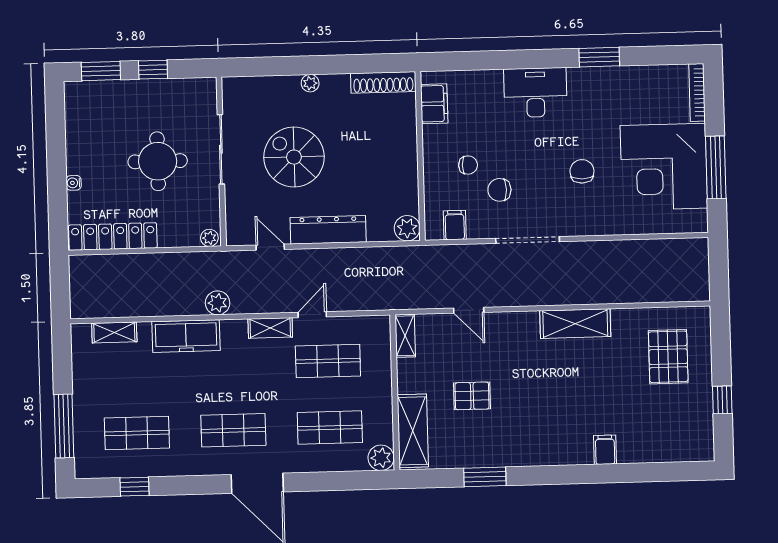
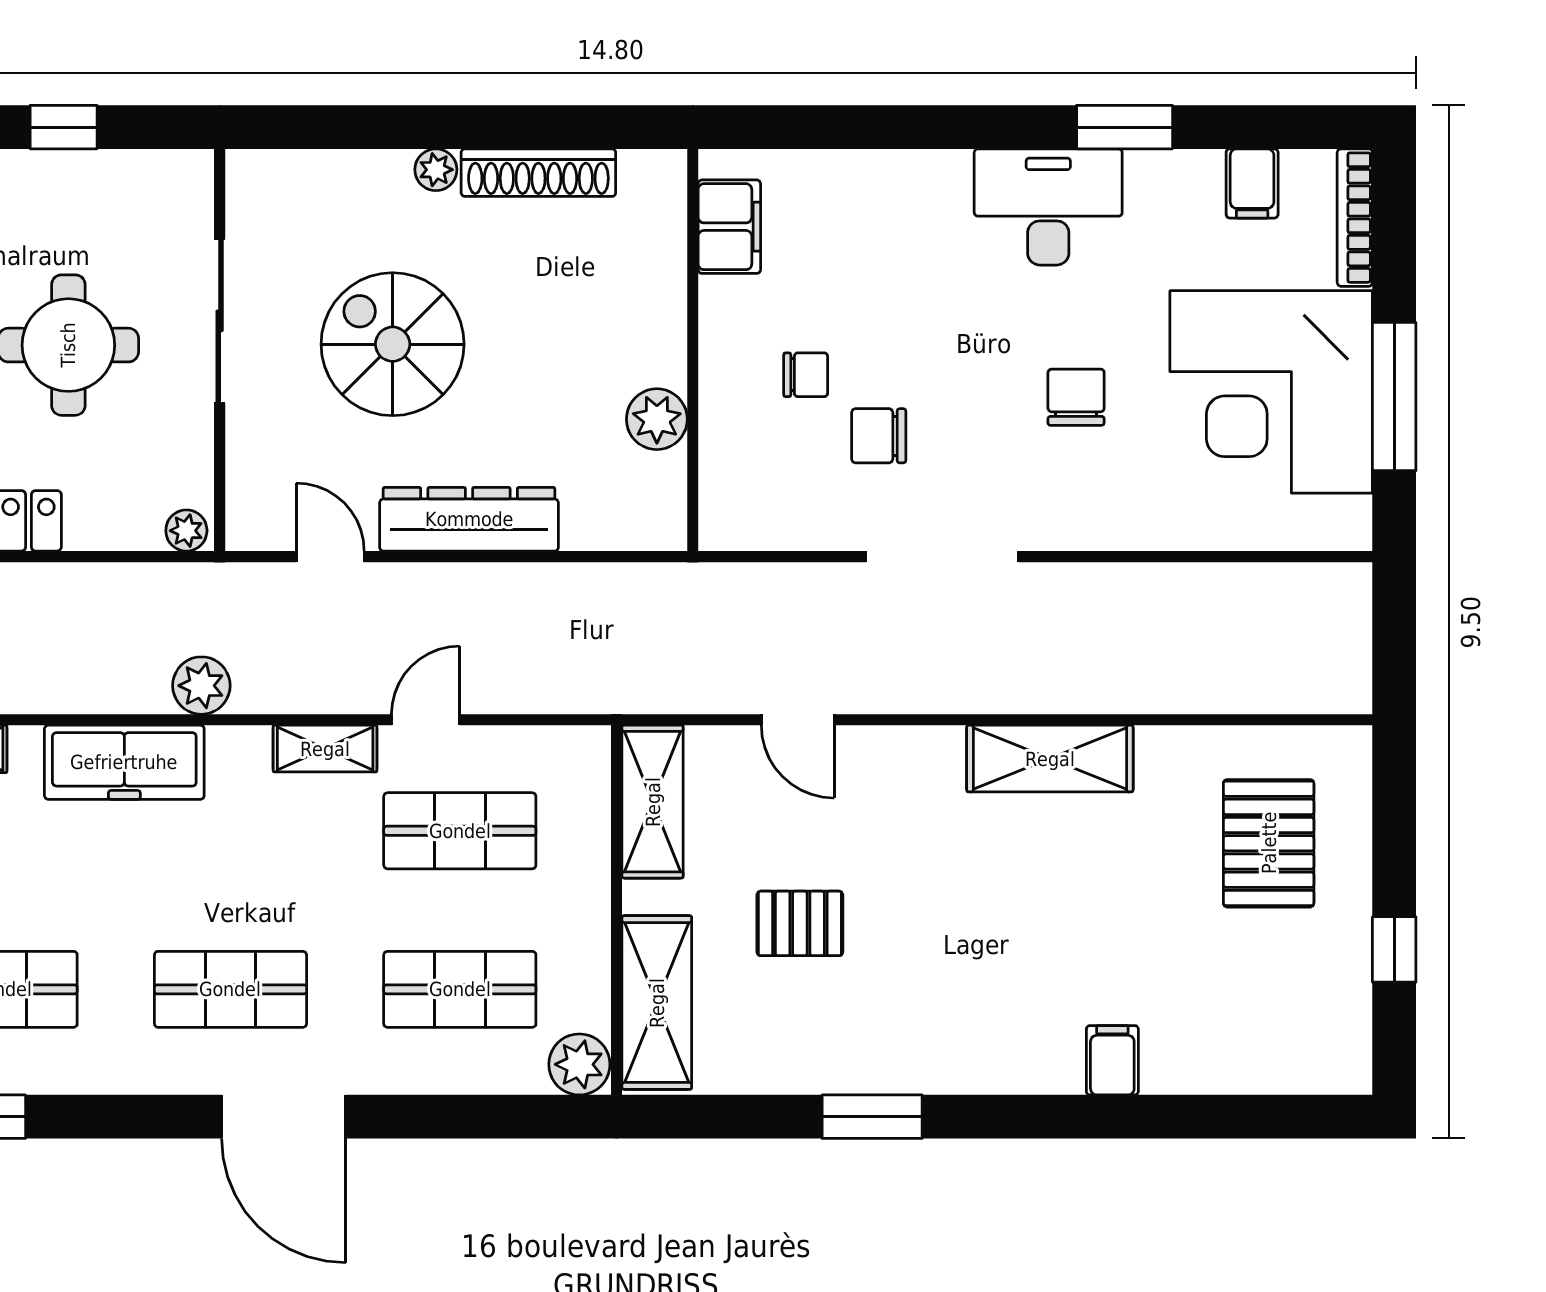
shoe rack: (383, 82) -> (538, 173), moved
desk: (535, 93) -> (1048, 207), moved
filing cabinet: (455, 225) -> (1252, 183), moved, turned 180
plant: (407, 228) -> (657, 419), moved
shelving: (405, 336) -> (653, 802), width x1.50, depth x1.33
window: (485, 477) -> (872, 1117), moved

